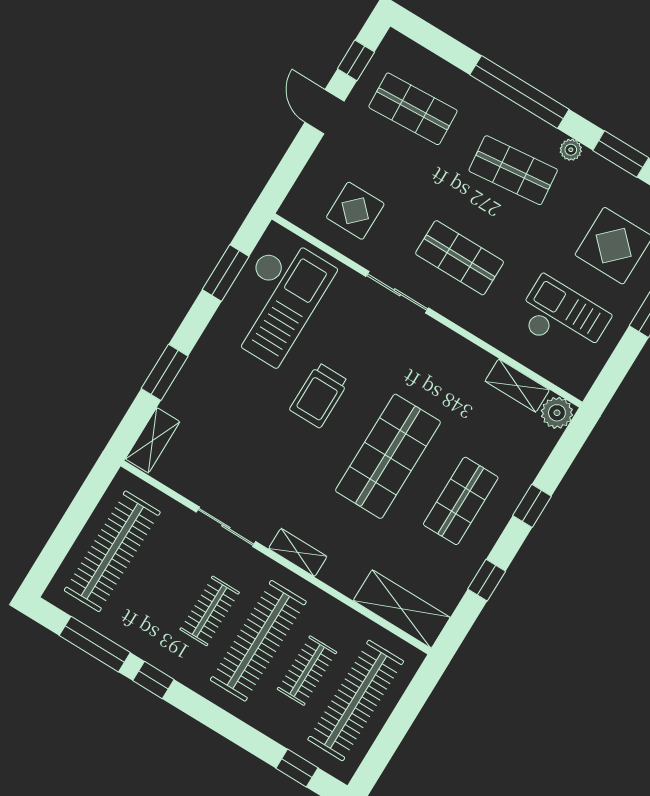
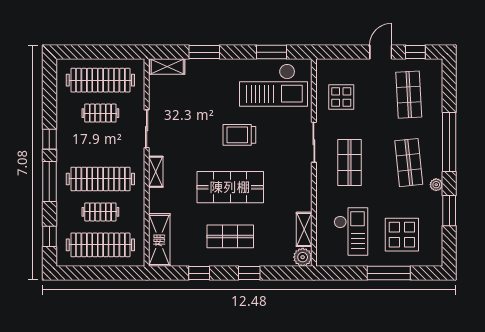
clothes rail: (210, 611) -> (100, 113), moved
window: (95, 644) -> (49, 181), moved

